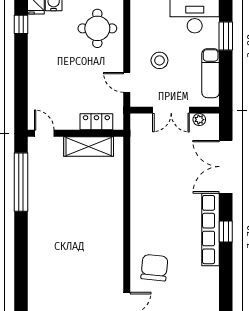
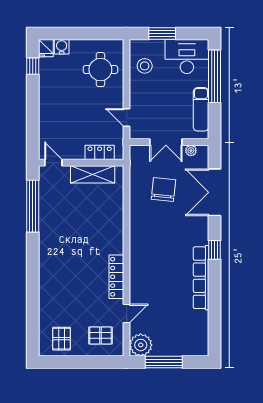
window: (226, 36) -> (215, 76), width x2.11
stool: (159, 60) -> (145, 66), moved
row of seats: (211, 230) -> (201, 278), moved
locker: (115, 262) -> (116, 277), added
chair: (154, 268) -> (163, 189), moved

